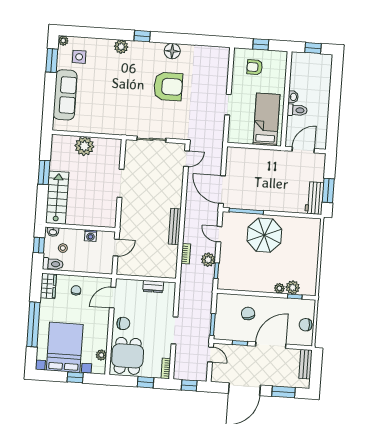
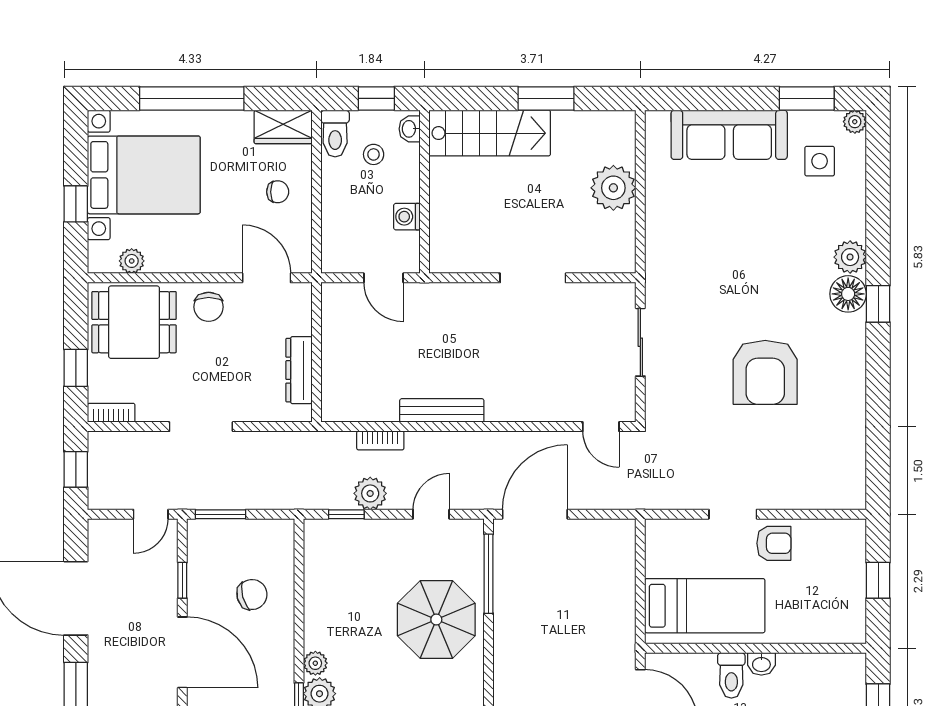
floor lamp: (172, 51) -> (848, 294), moved
armchair: (255, 67) -> (774, 543), moved, turned 90
dresser: (153, 287) -> (299, 370), width x1.44

